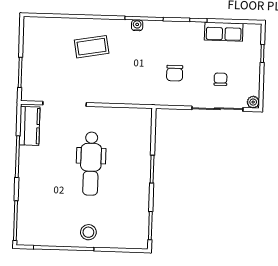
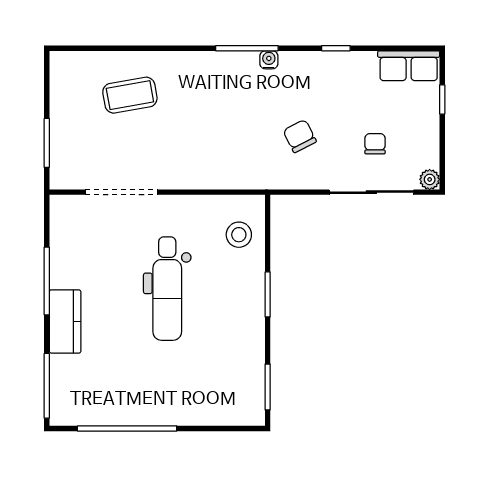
water cooler: (137, 25) -> (269, 60), moved
row of seats: (224, 32) -> (409, 66), moved
coffee table: (92, 47) -> (130, 95), moved
chair: (175, 73) -> (300, 136), turned 153
kitchen counter: (30, 126) -> (65, 321), moved
stool: (88, 232) -> (239, 235), moved

